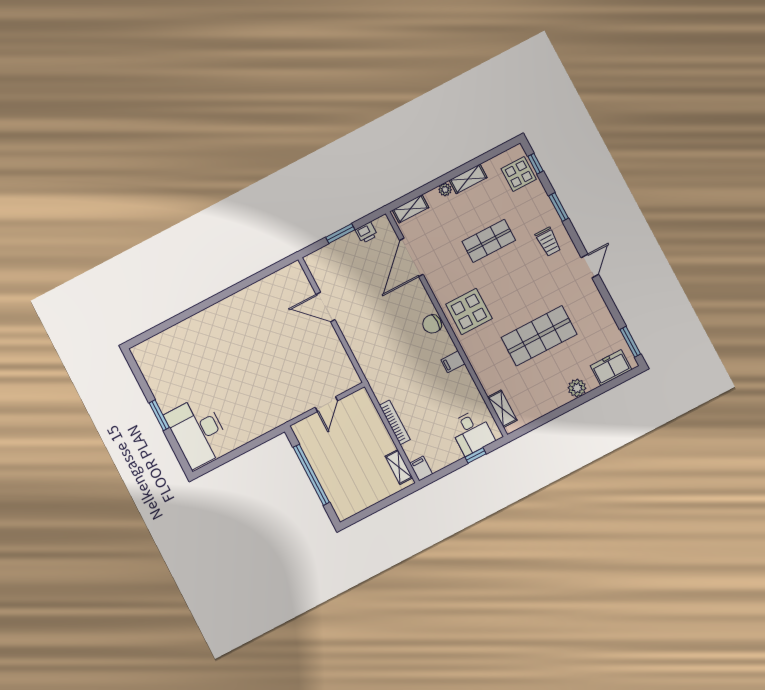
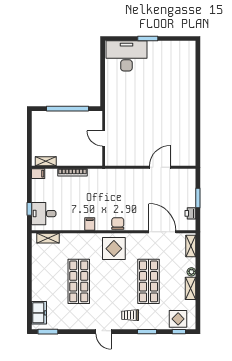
shop shelf: (489, 241) -> (148, 281), width x1.43, depth x1.36
plant: (577, 388) -> (37, 287), removed

